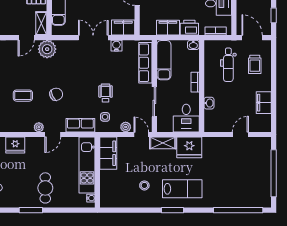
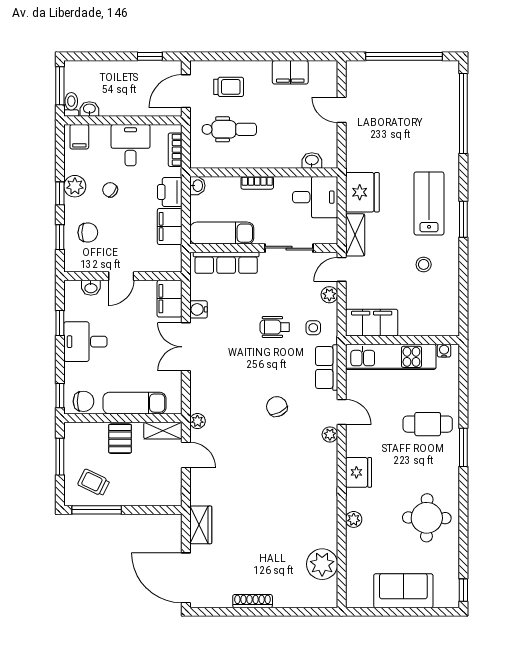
plant: (47, 49) -> (197, 421), width x0.53, depth x0.53
coffee table: (23, 96) -> (279, 460), removed
washbasin: (209, 103) -> (312, 160), moved

